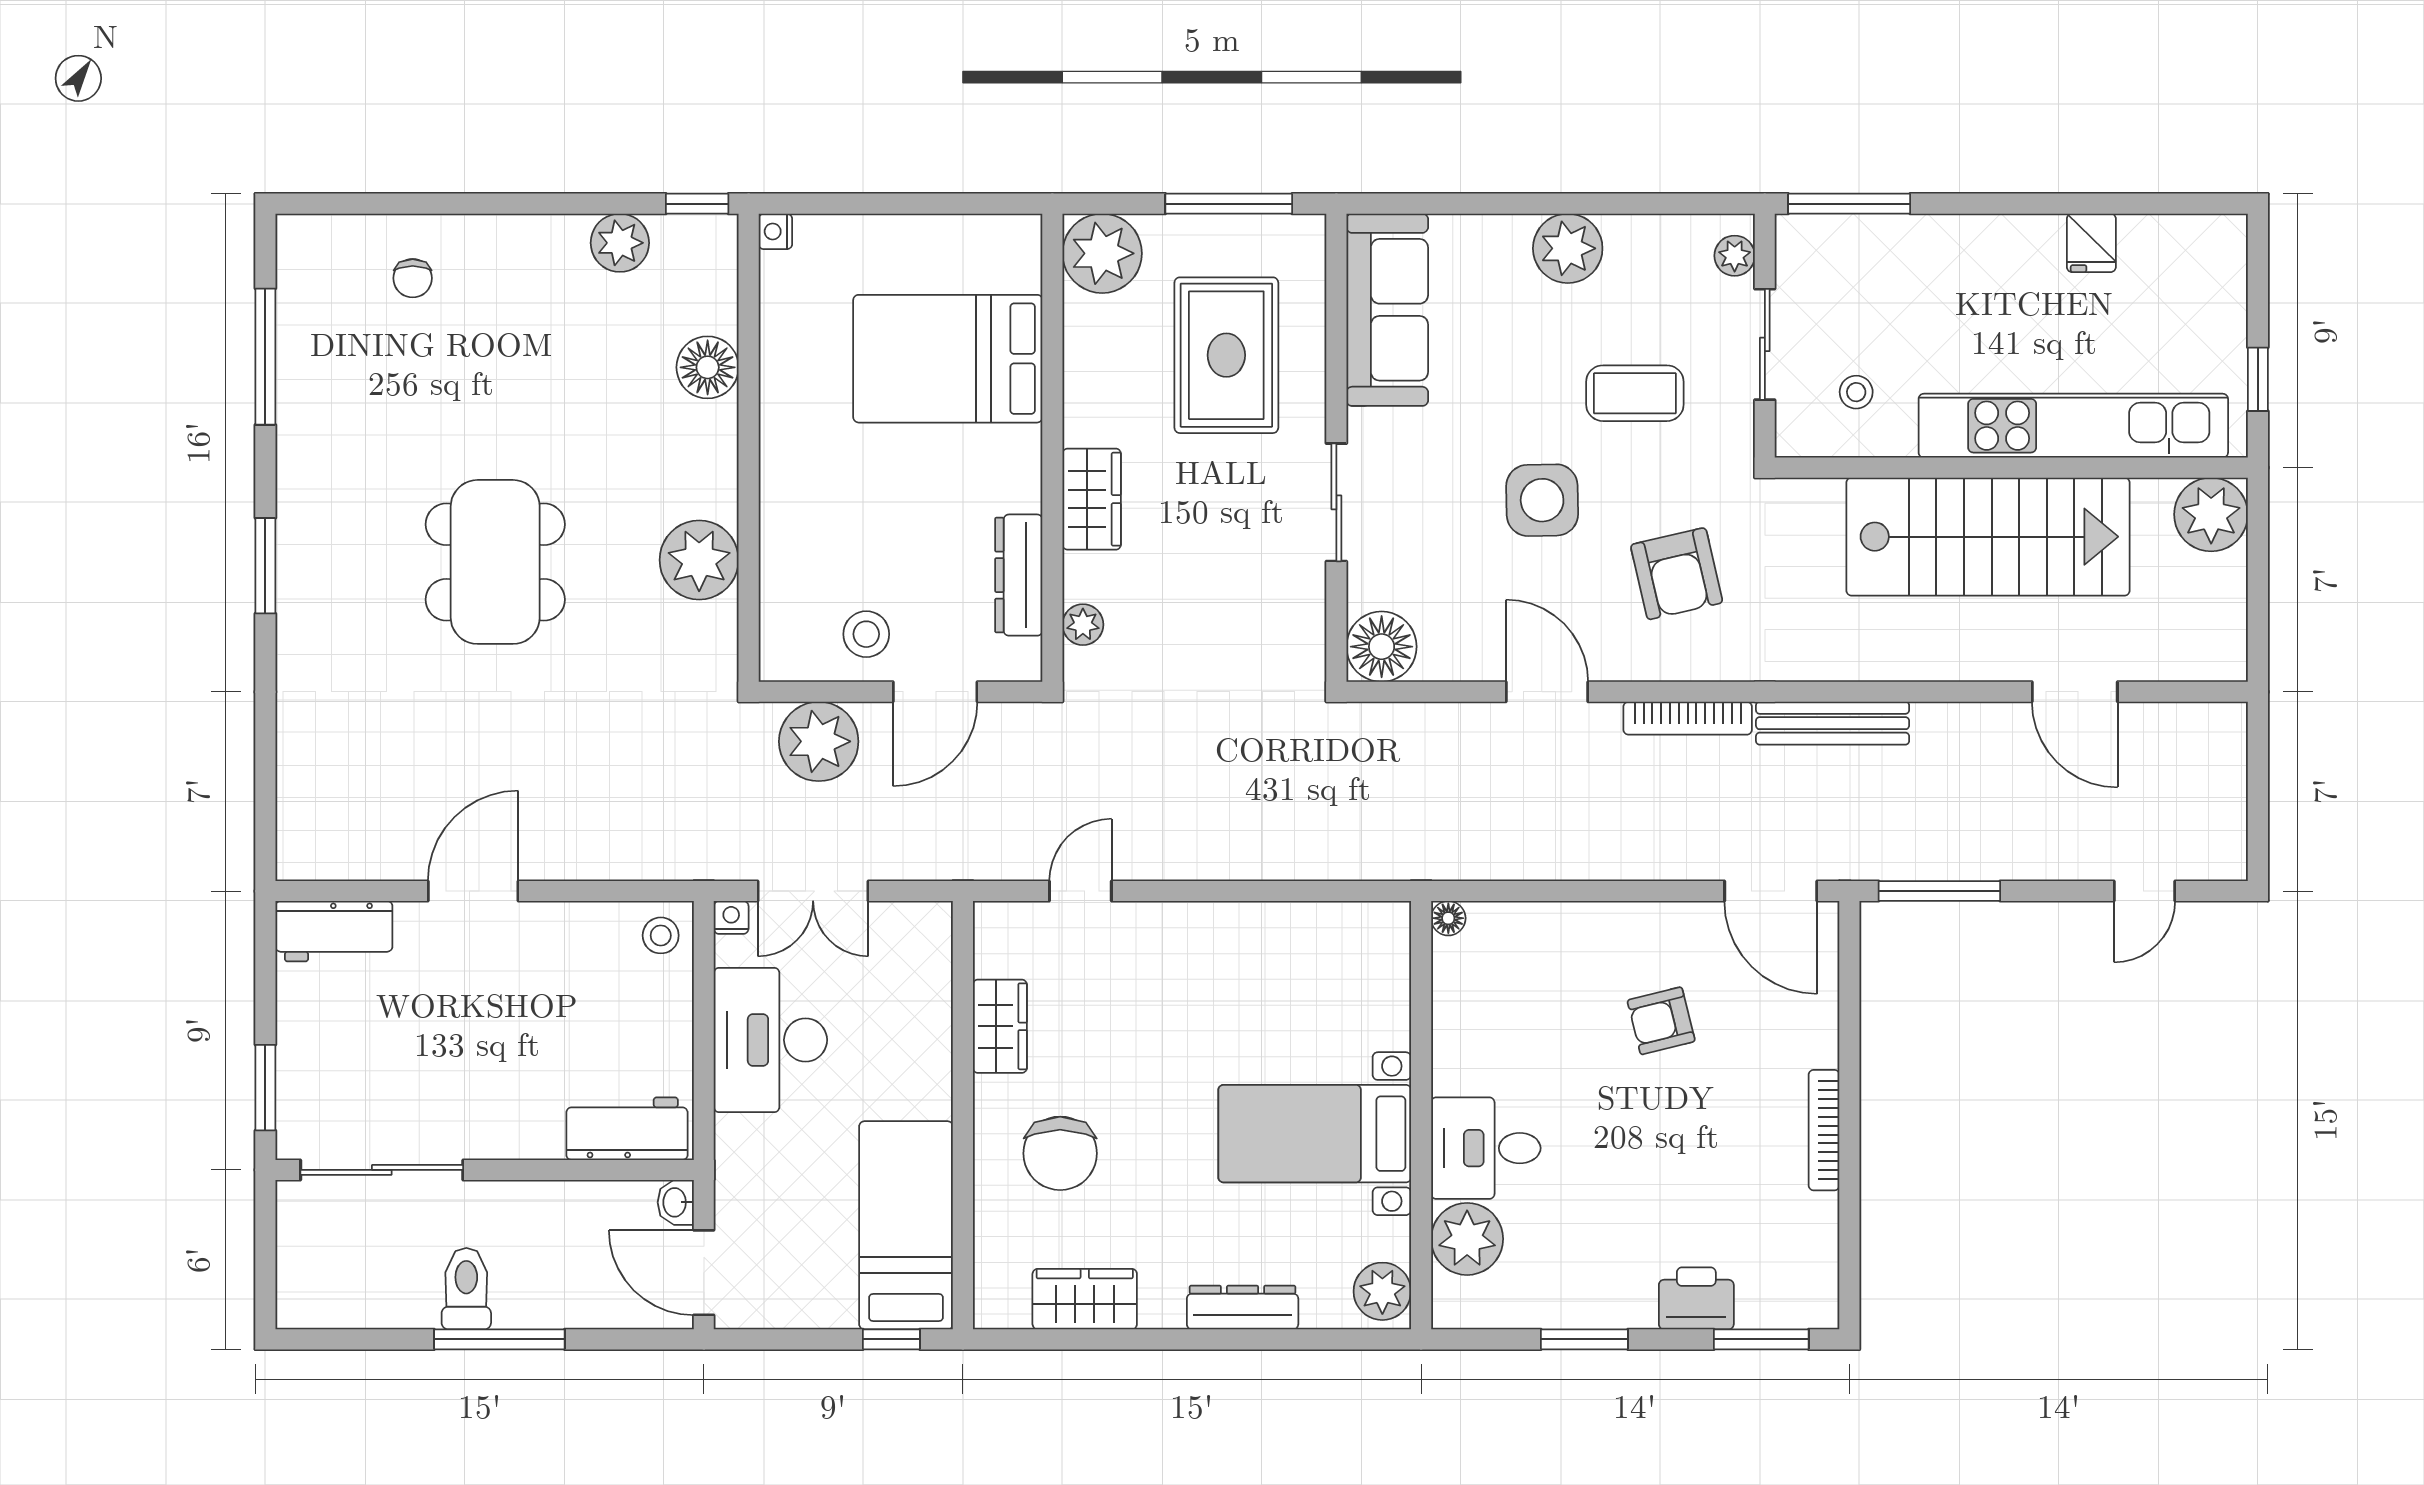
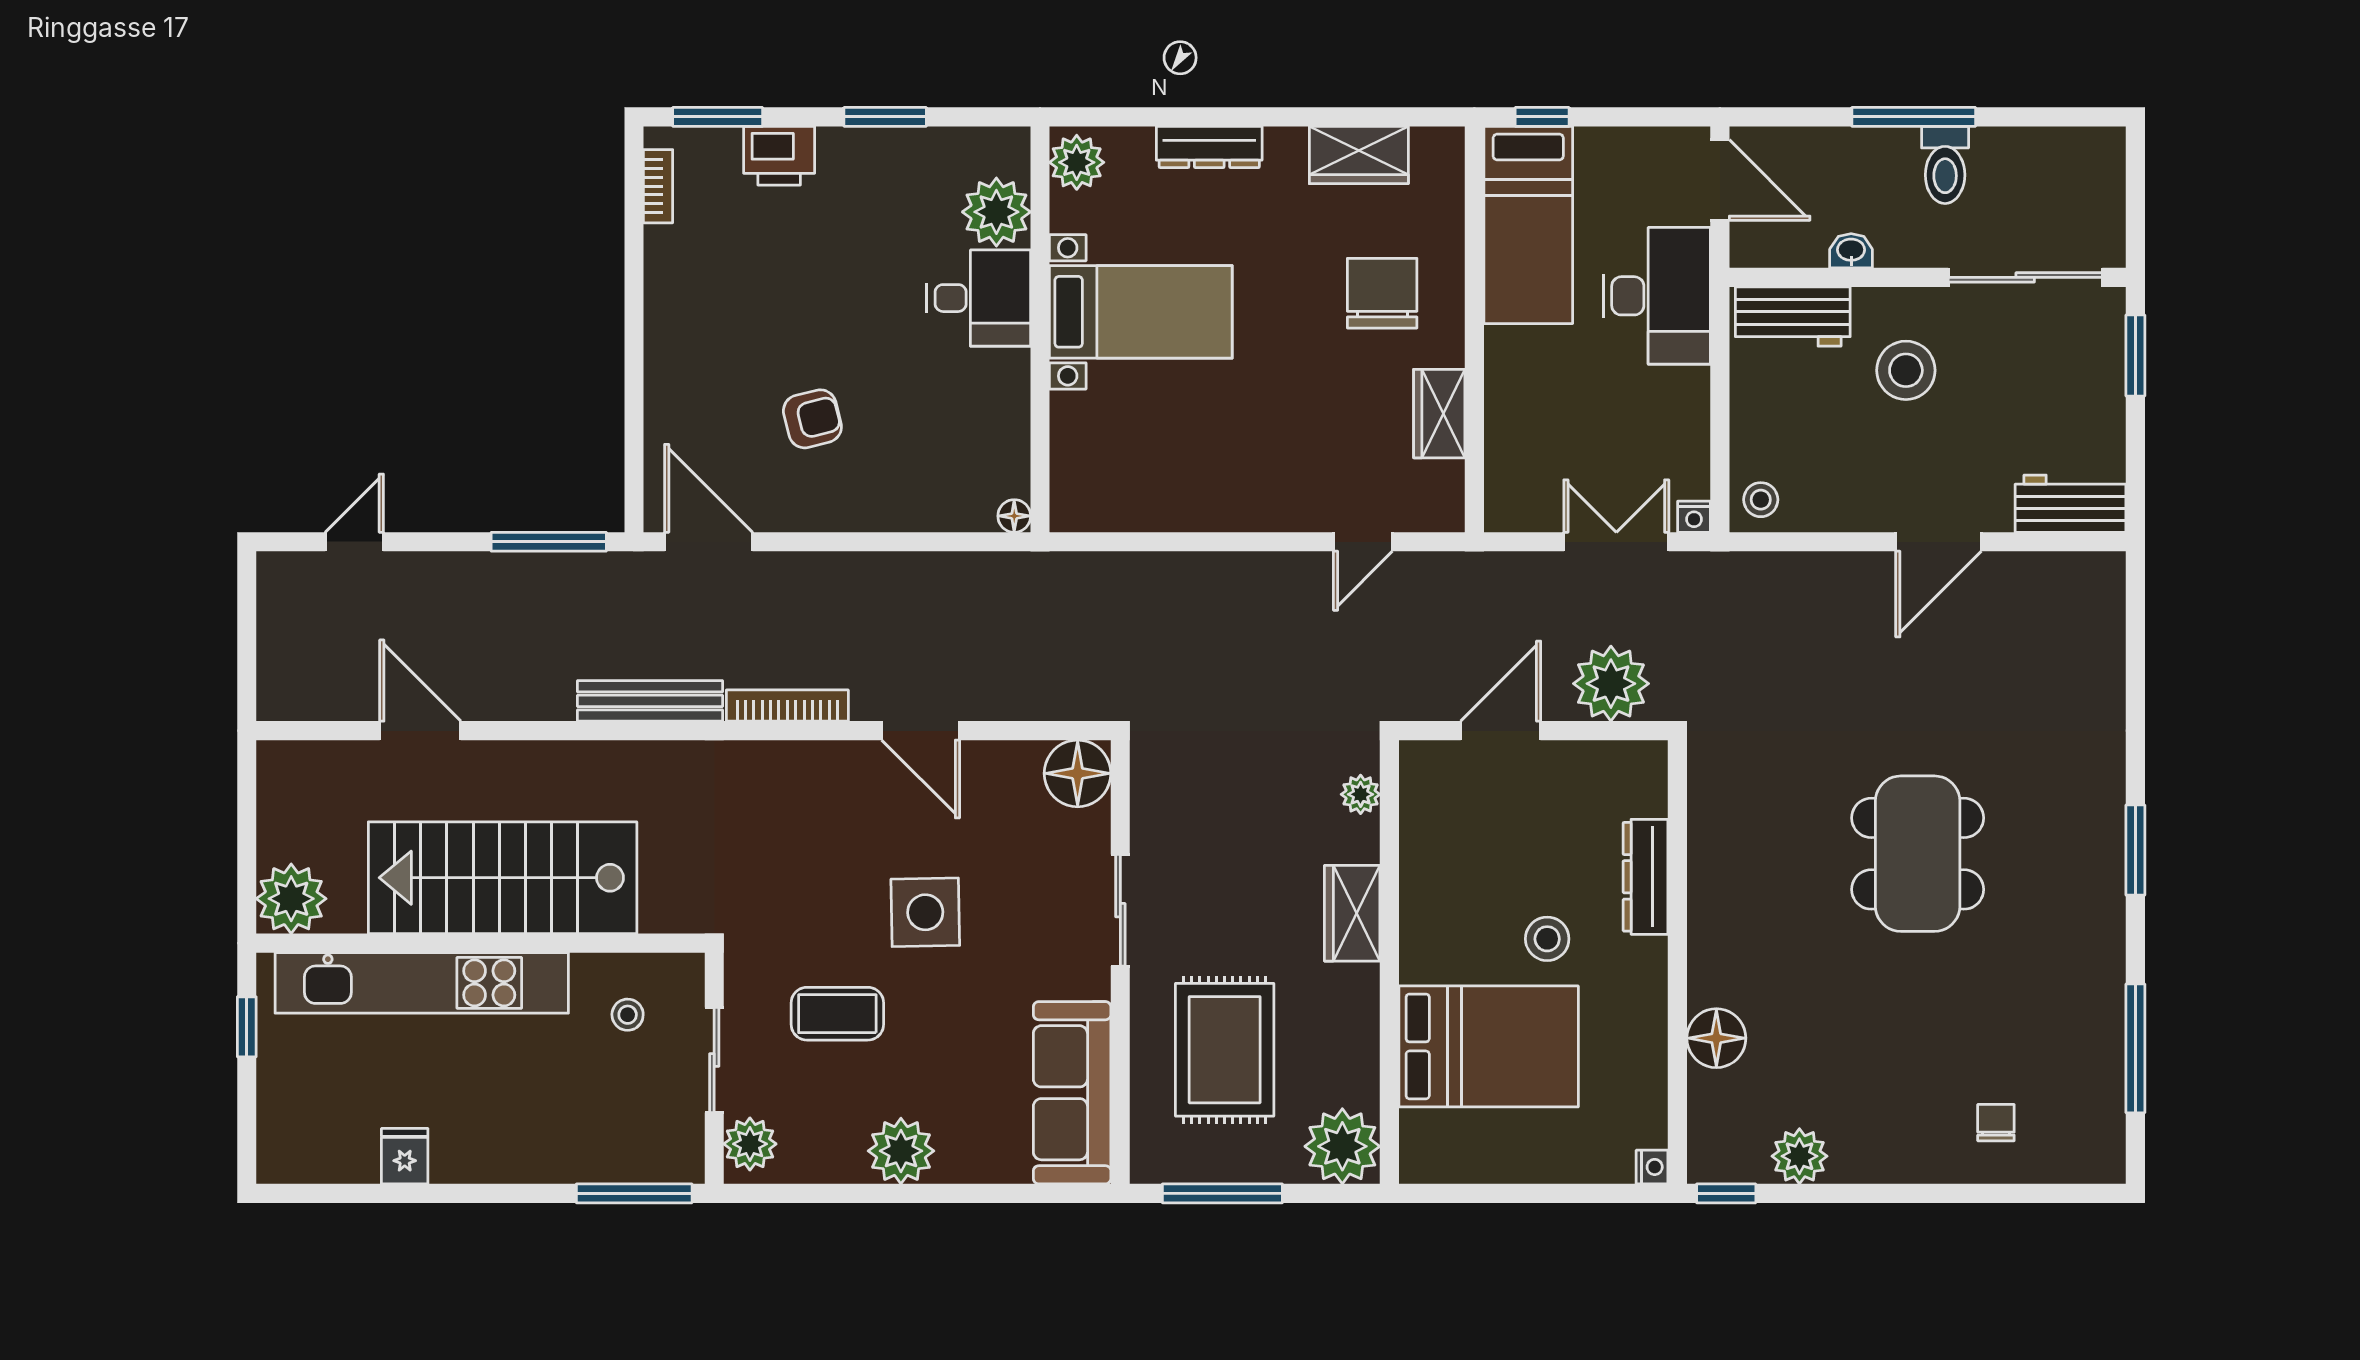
plant: (1735, 256) -> (750, 1144), width x1.38, depth x1.38
plant: (699, 560) -> (1724, 856), removed
armchair: (1677, 574) -> (798, 843), removed
dresser: (1019, 575) -> (1646, 877), moved, turned 180
stool: (866, 634) -> (1547, 939), moved
desk: (770, 1040) -> (1657, 296), moved
stool: (508, 1072) -> (1906, 370), added
bookcase: (1824, 1130) -> (658, 186), moved, width x0.64
washbasin: (676, 1202) -> (1851, 251), moved, turned -90

